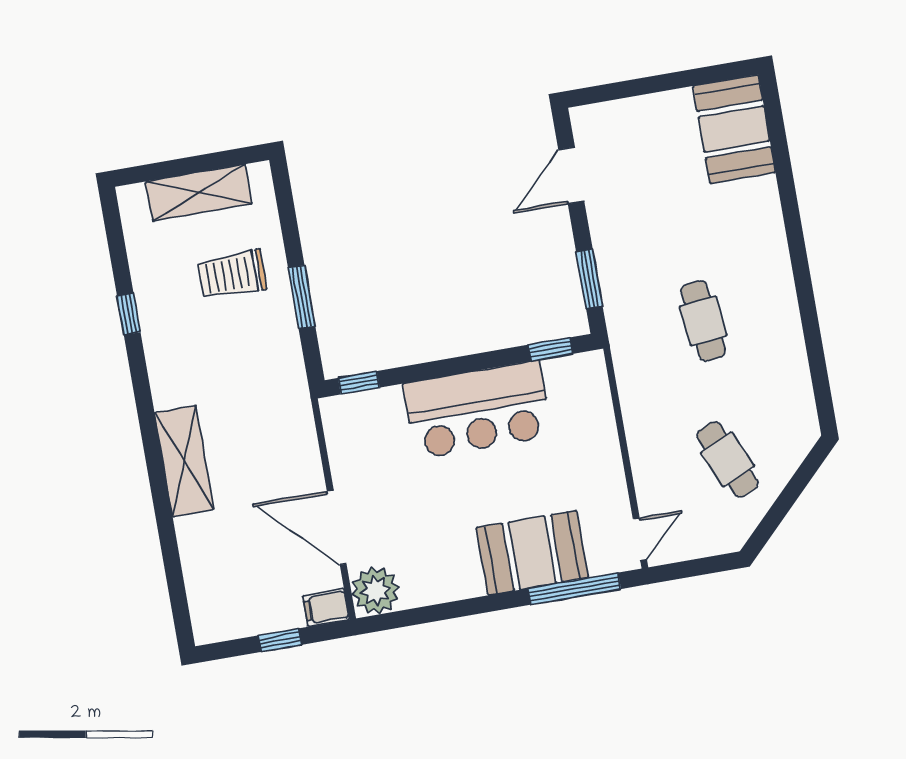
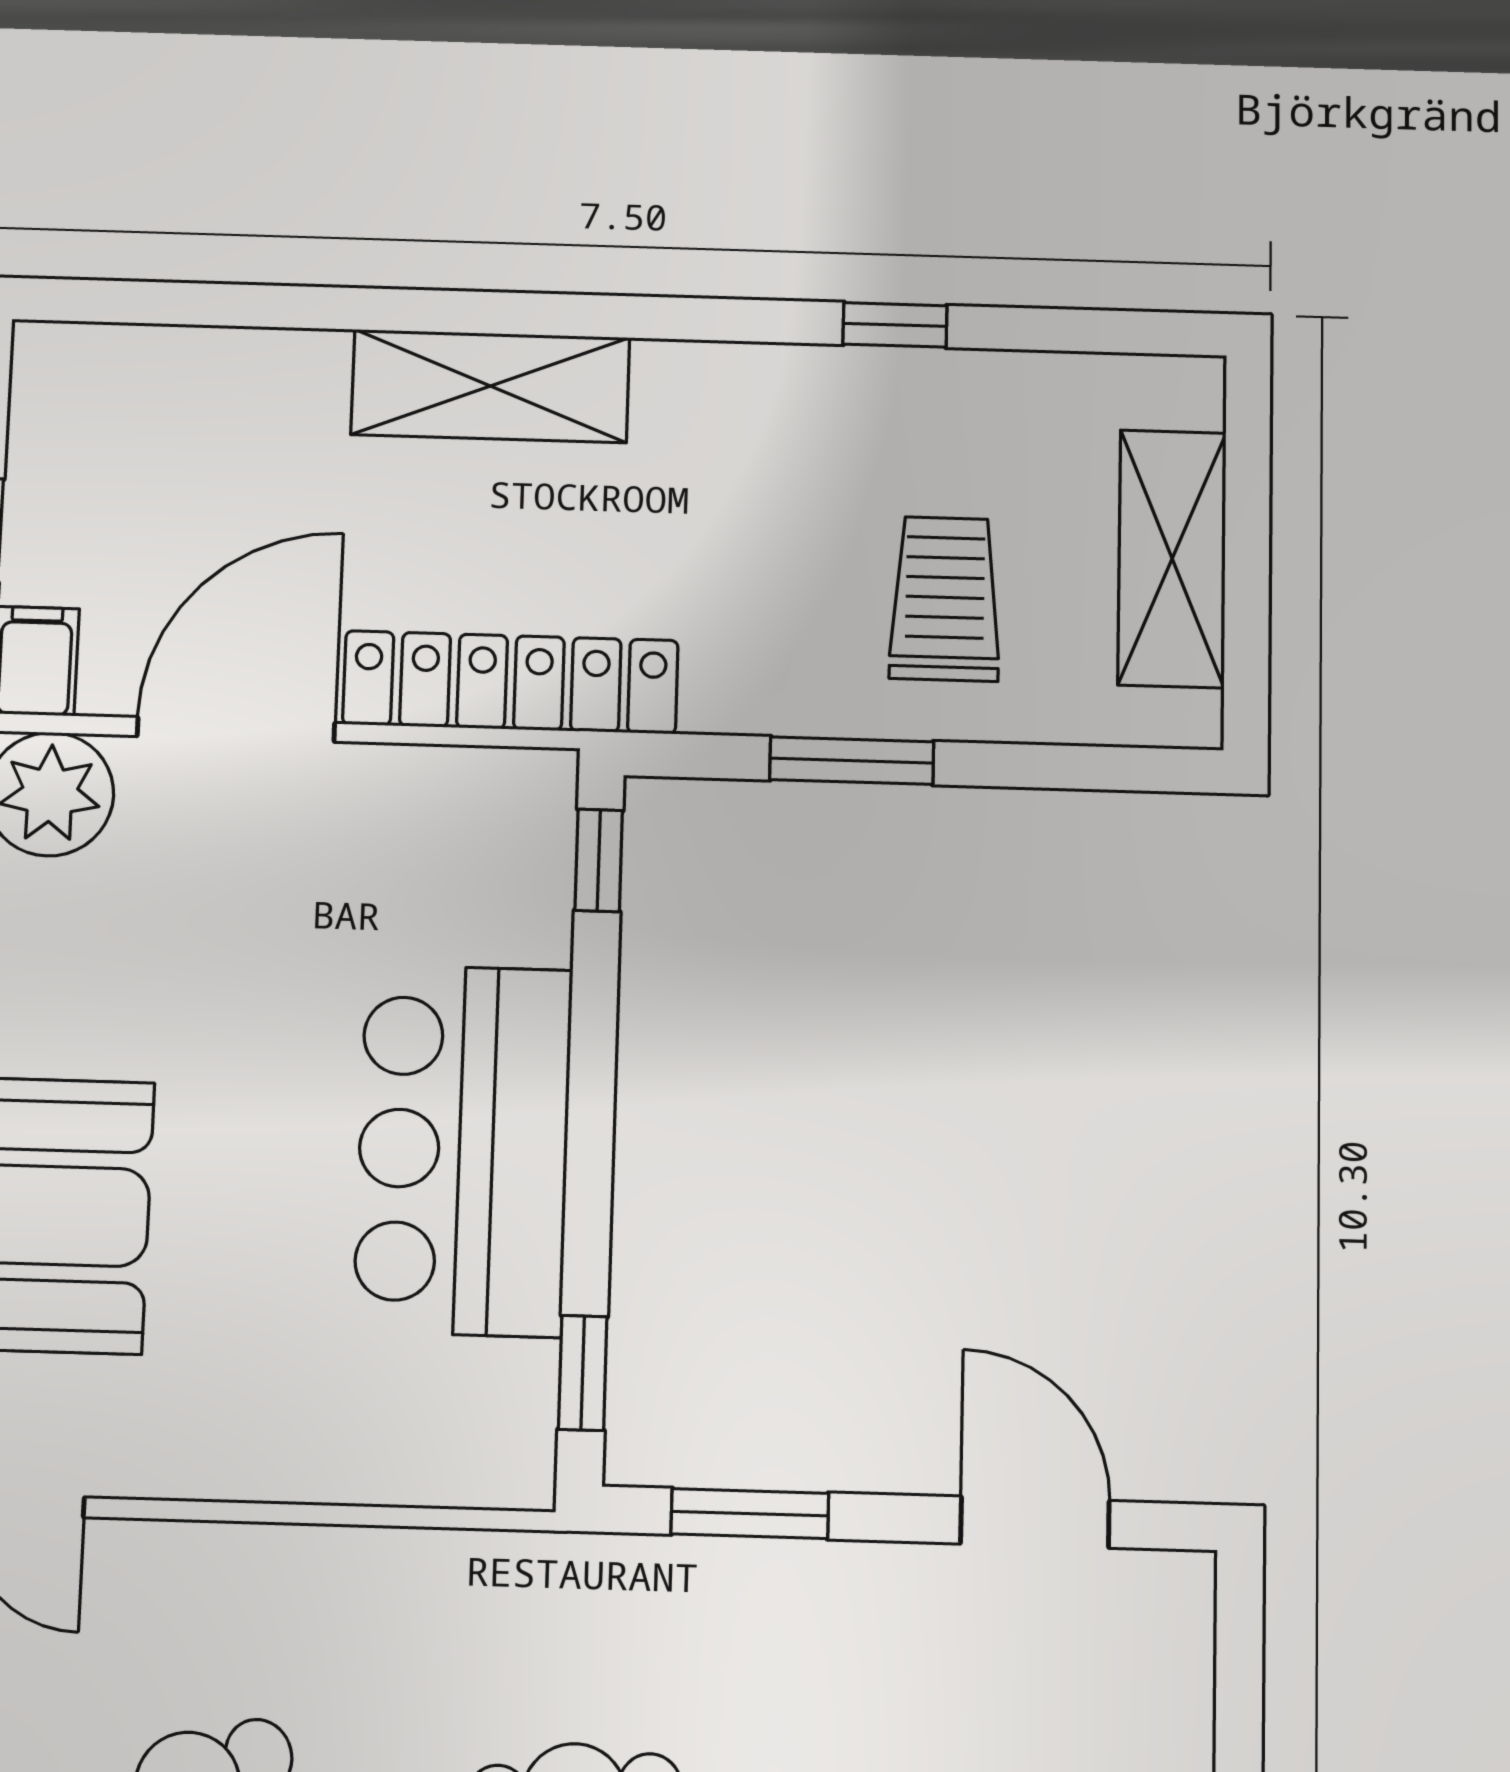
locker: (298, 429) -> (510, 682), added

